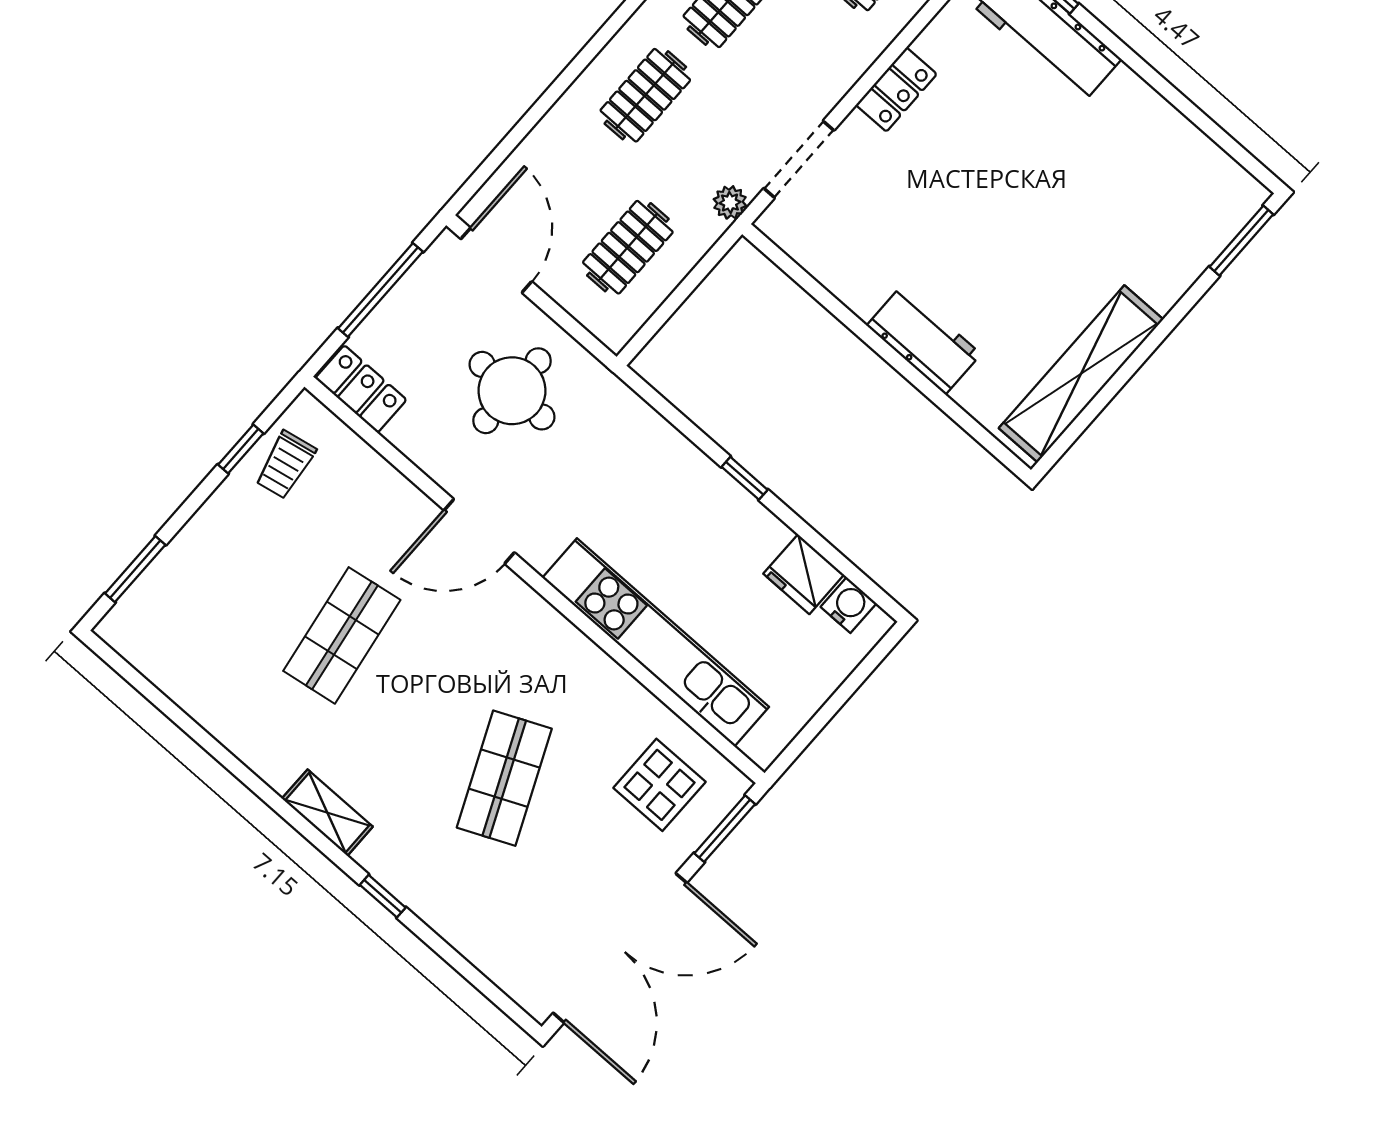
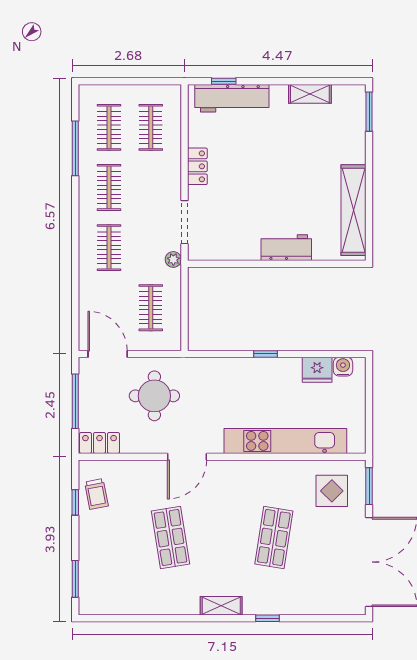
shelving: (1173, 131) -> (310, 94), added
shop shelf: (504, 778) -> (274, 538), turned 33

